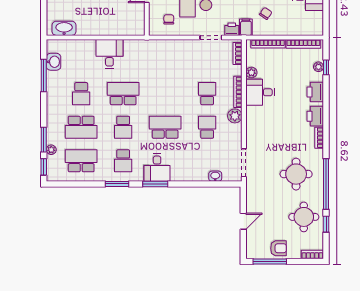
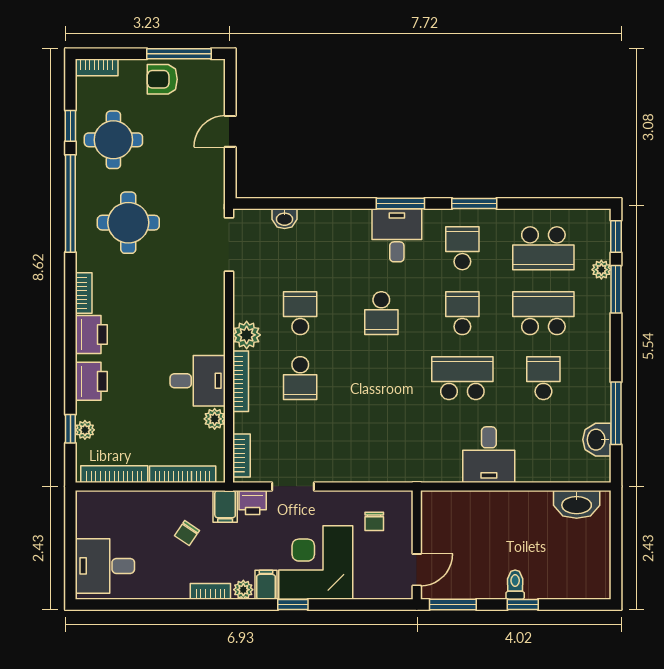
school desk: (123, 94) -> (462, 378), turned 180
school desk: (165, 127) -> (381, 313), width x0.54
school desk: (207, 127) -> (300, 313), turned 180

